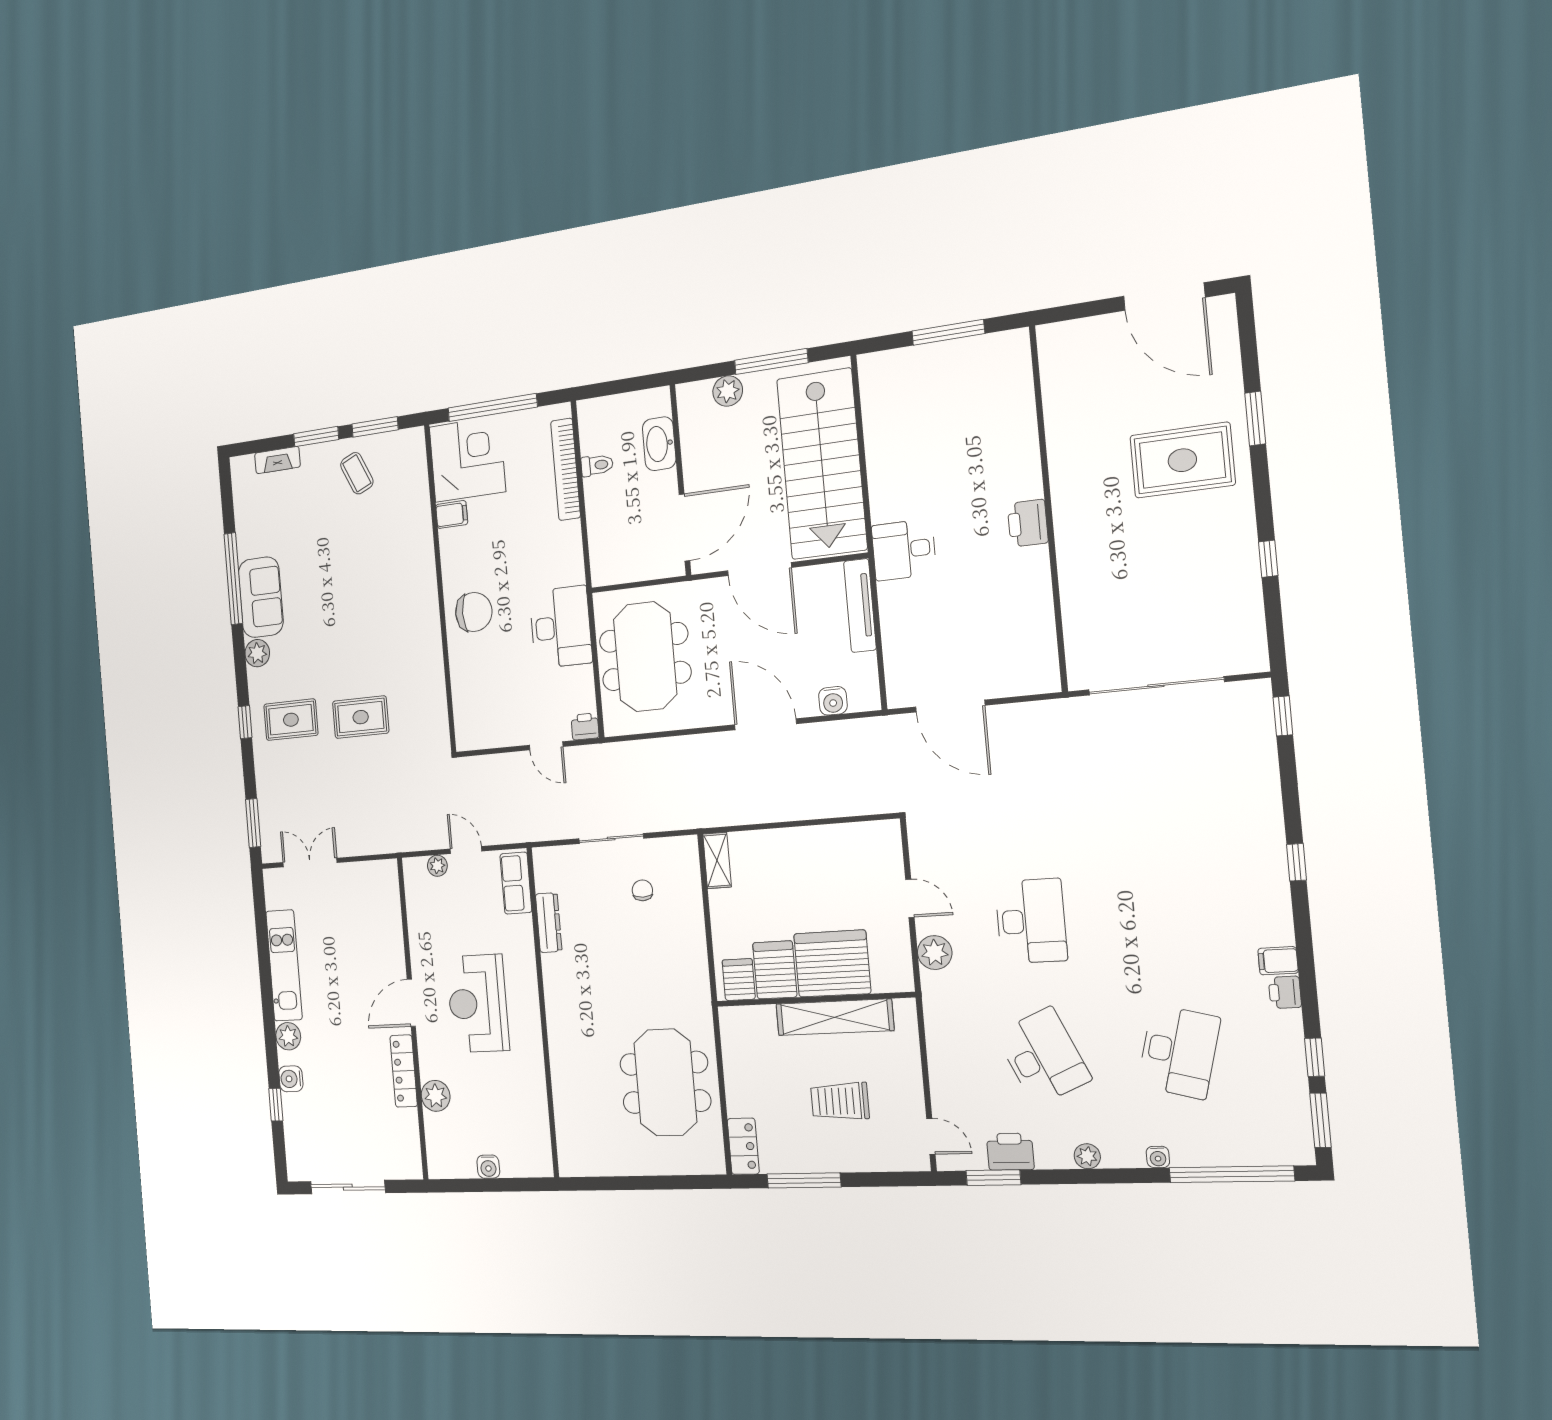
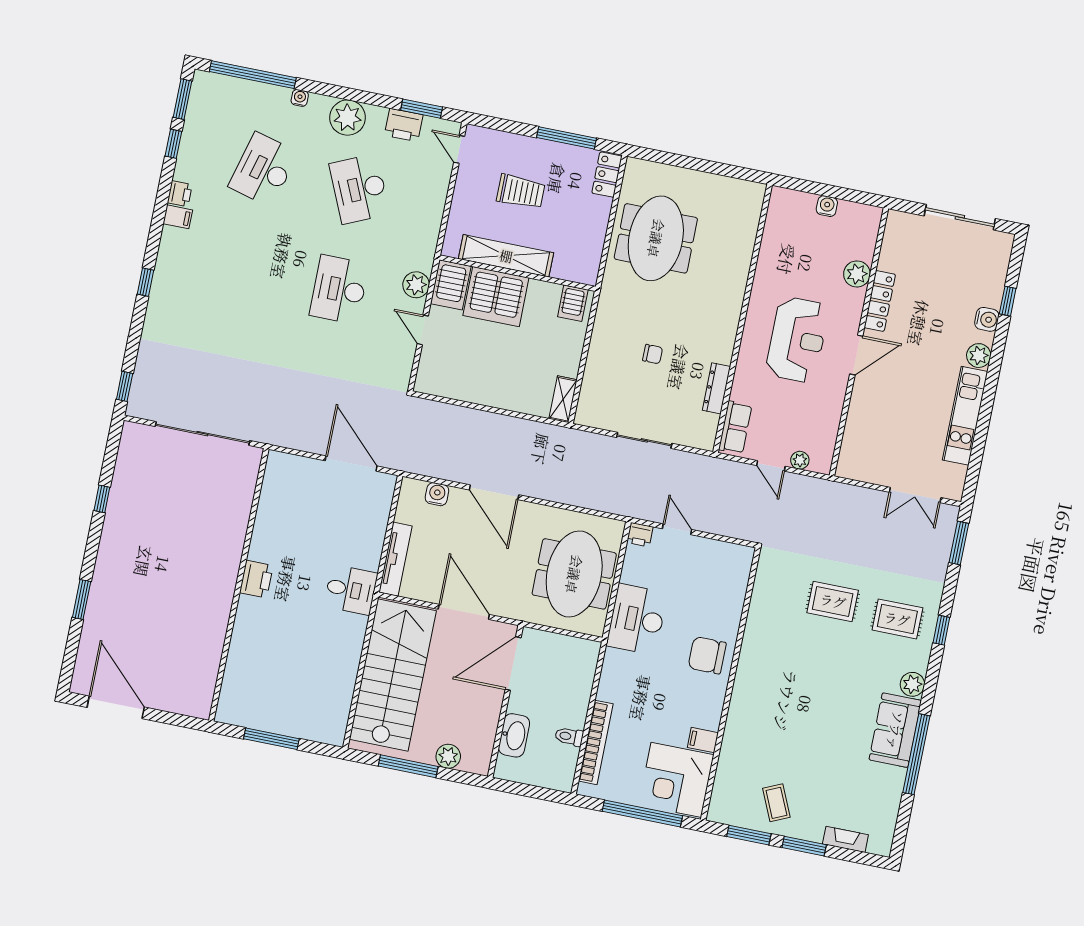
rug: (1182, 460) -> (138, 587), removed
chair: (642, 890) -> (653, 354), moved, turned -90
server rack: (775, 970) -> (451, 285), moved
plant: (1087, 1156) -> (348, 118), width x1.88, depth x1.88

